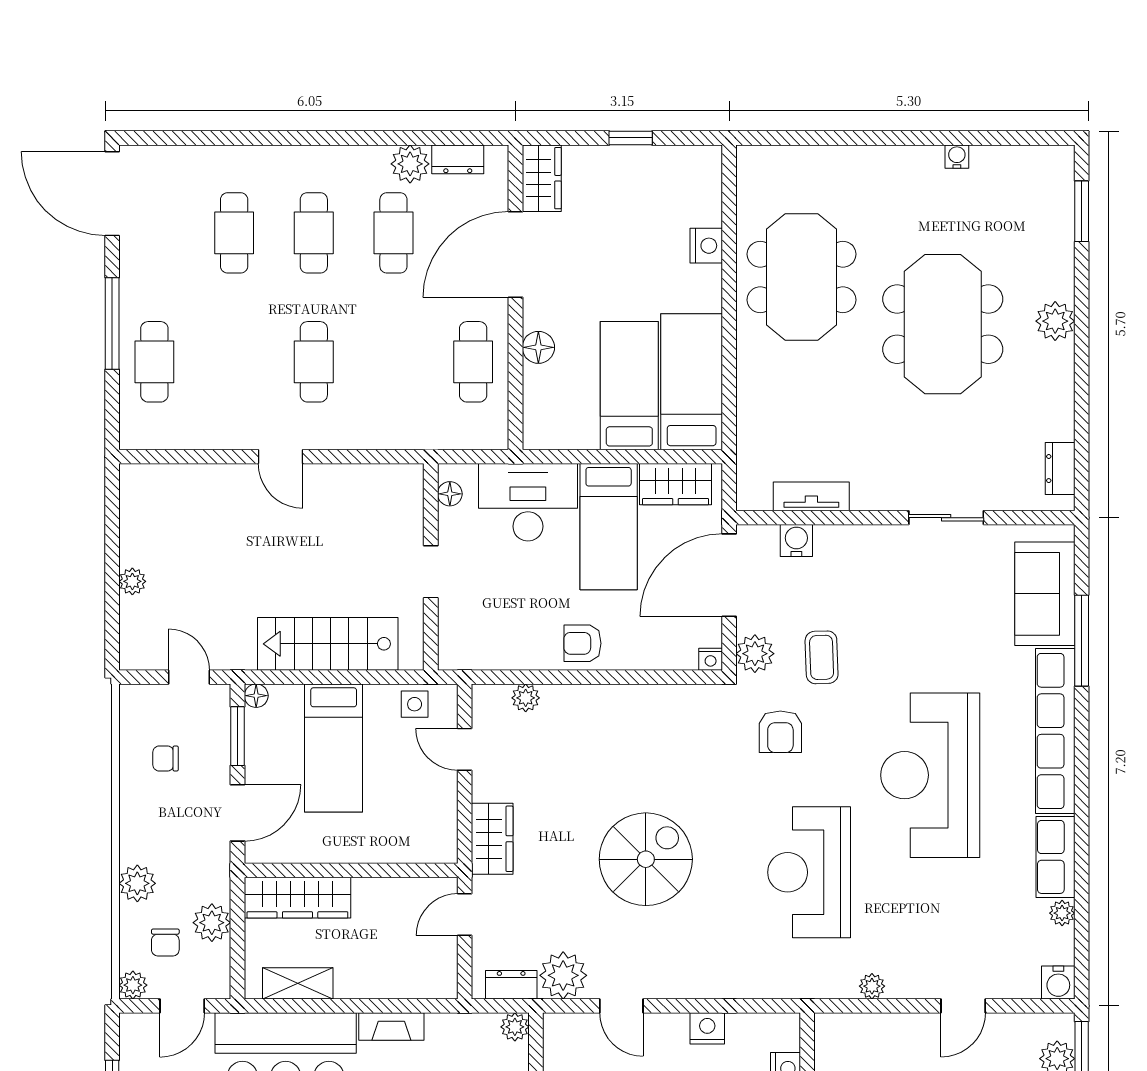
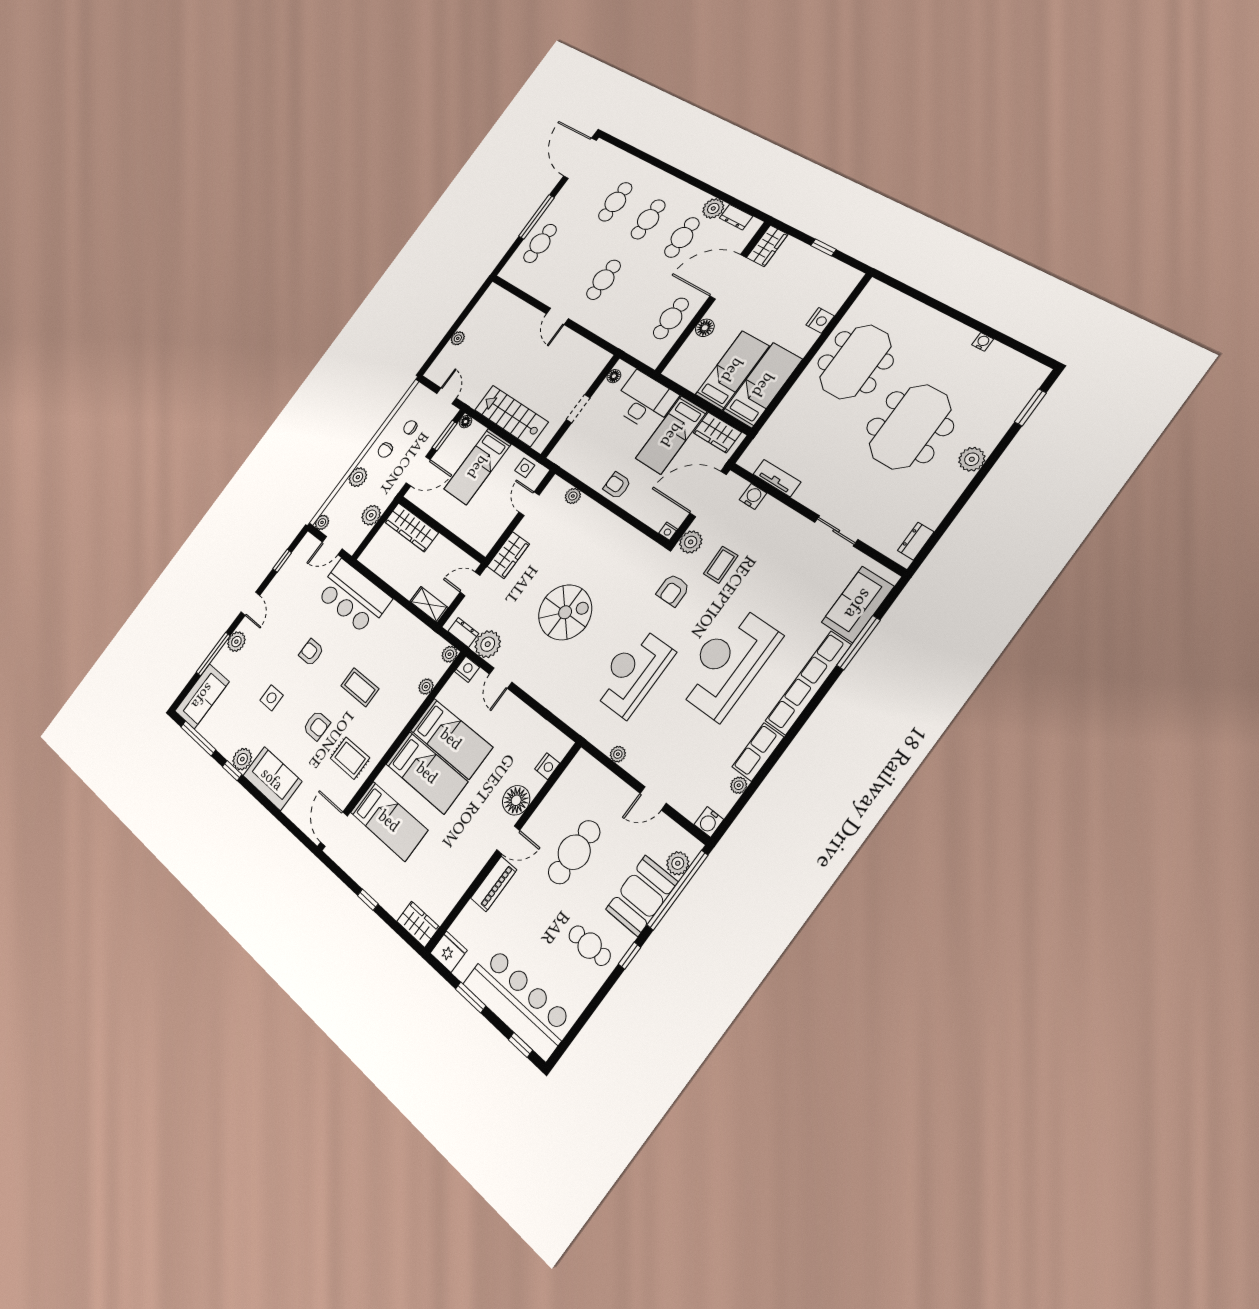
chair: (165, 943) -> (385, 450), moved
shelving: (298, 983) -> (429, 605), moved
fireplace: (391, 1027) -> (402, 616), removed
nightstand: (707, 1028) -> (467, 669), moved

